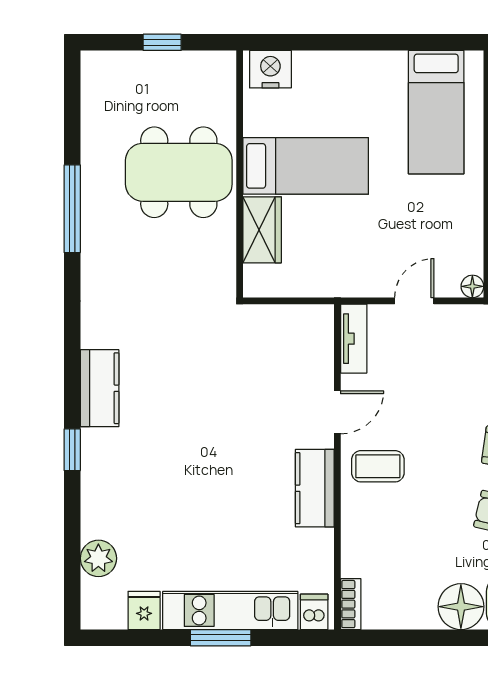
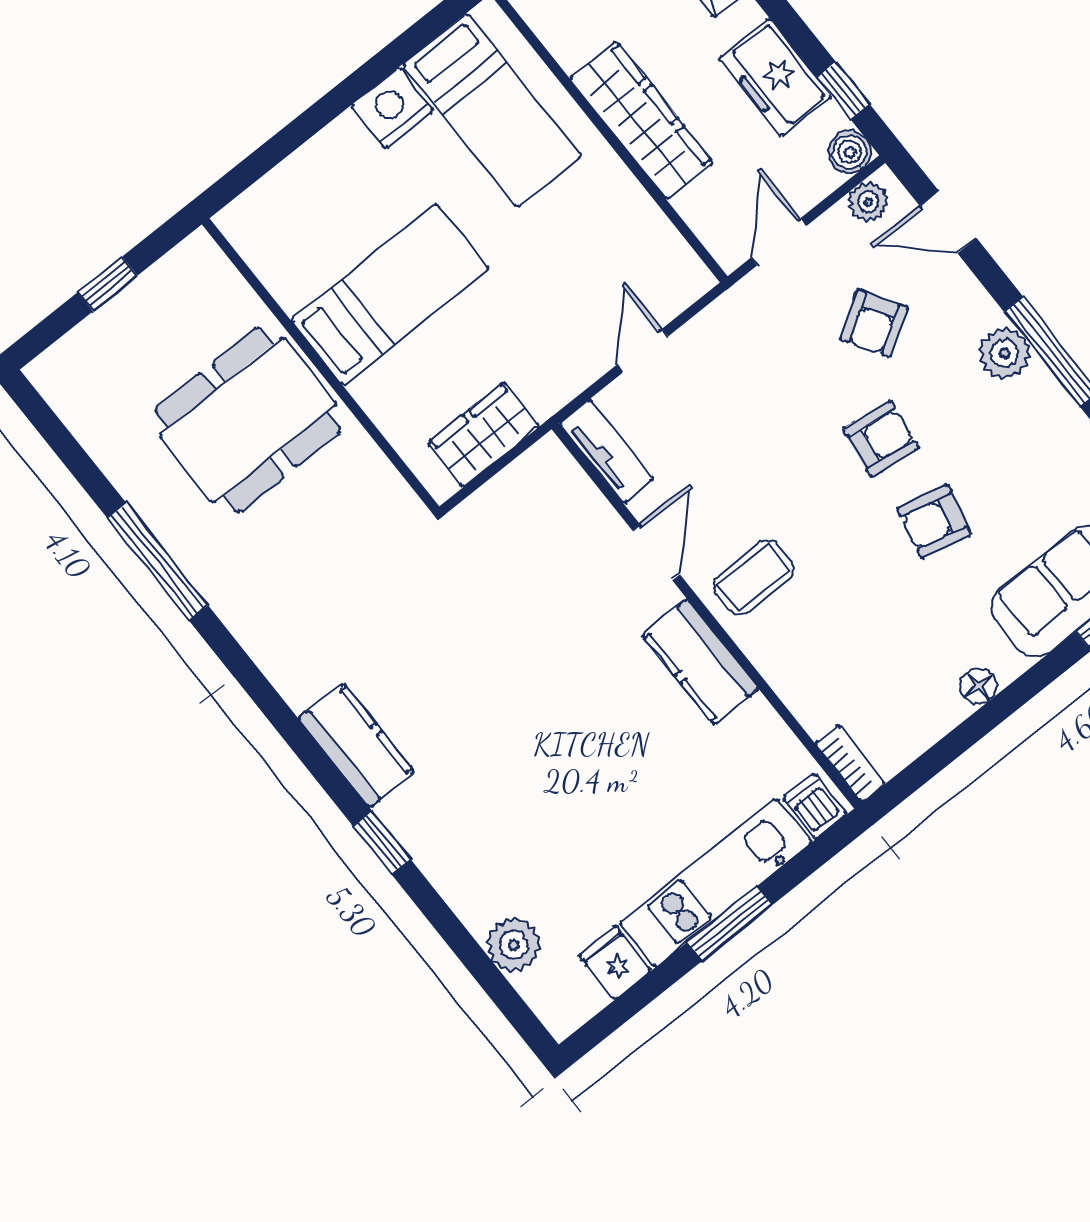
nightstand: (270, 69) -> (392, 108), moved
wardrobe: (262, 230) -> (484, 435), moved, turned -90
floor lamp: (472, 286) -> (696, 280), removed
floor lamp: (461, 607) -> (978, 686), width x0.53, depth x0.53

